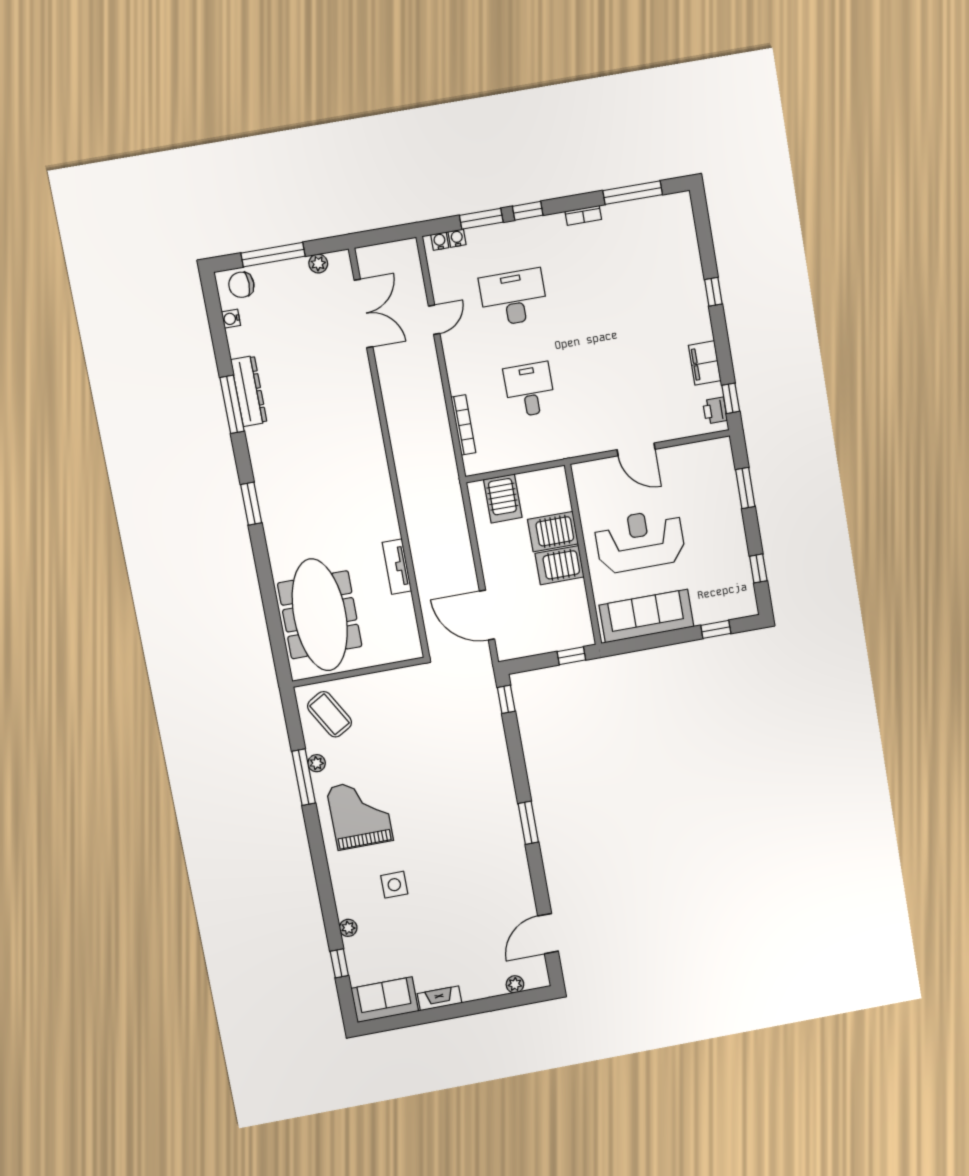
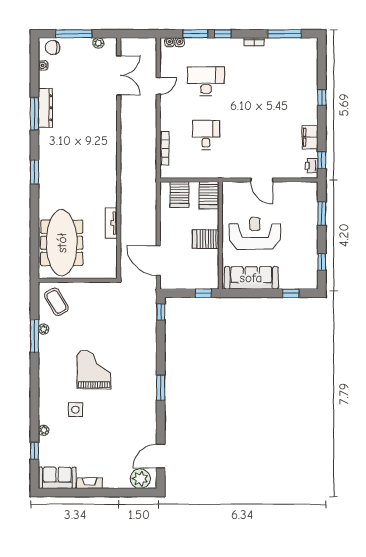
server rack: (553, 532) -> (209, 195), moved, turned -90
grand piano: (360, 814) -> (94, 369), moved
plant: (515, 984) -> (140, 479), width x1.87, depth x1.87

